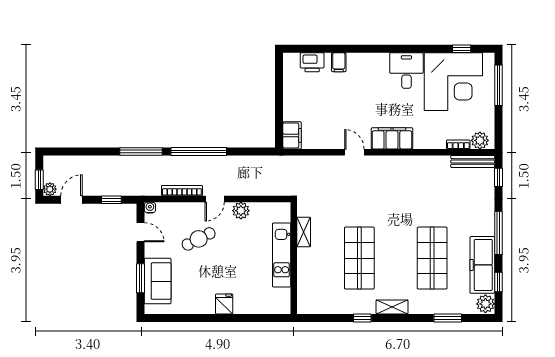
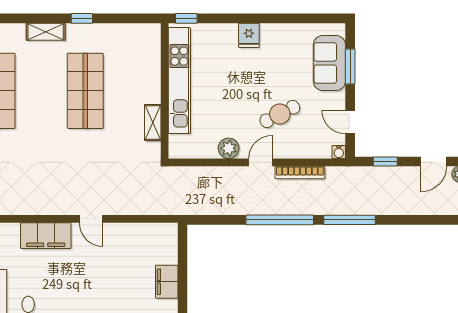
filing cabinet: (292, 135) -> (167, 282), moved
kitchen unit: (282, 255) -> (179, 80), width x1.36
window: (276, 318) -> (186, 18), added

